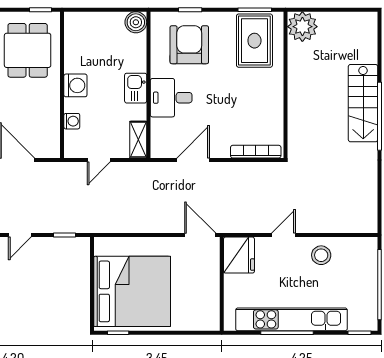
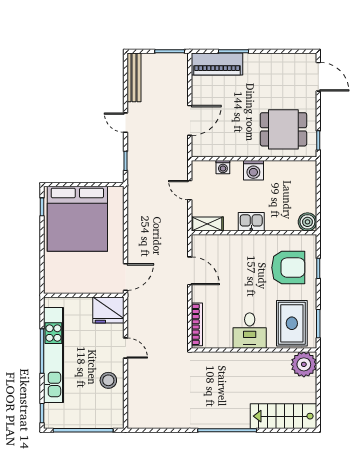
rug: (254, 41) -> (292, 323), turned 90
desk: (171, 98) -> (250, 331), moved, turned 180
stairs: (363, 103) -> (284, 416), moved

